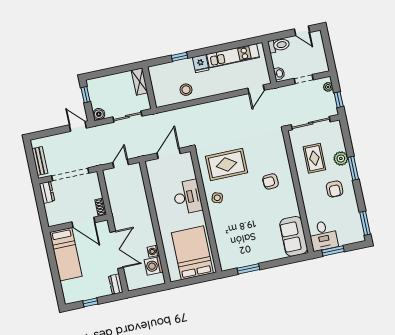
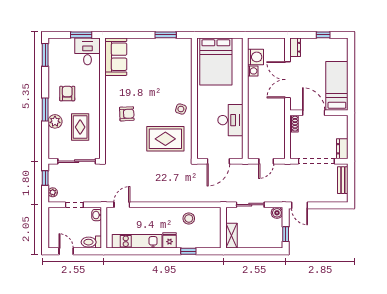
desk: (187, 197) -> (230, 120), moved, turned 180

